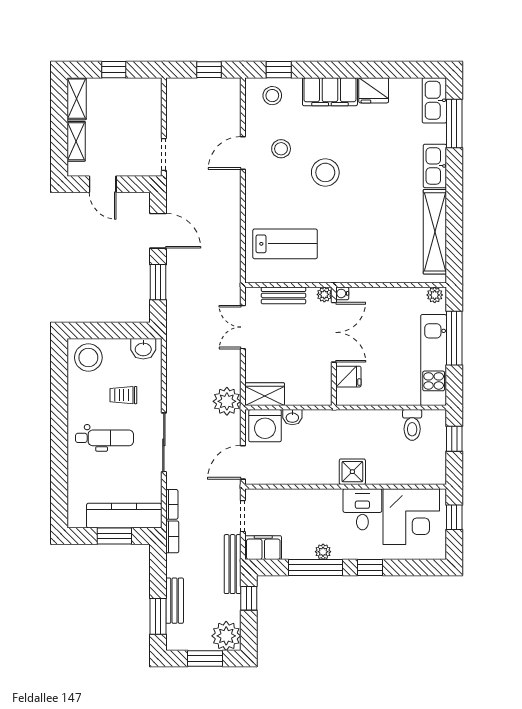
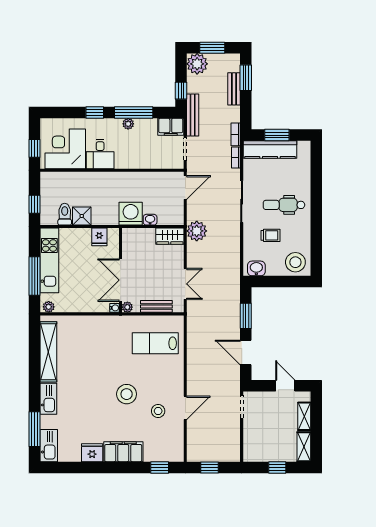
stool: (272, 96) -> (164, 449), removed
fridge: (348, 377) -> (99, 237), moved, turned -90
washing machine: (265, 426) -> (131, 214), moved
shower: (352, 472) -> (82, 216), moved

